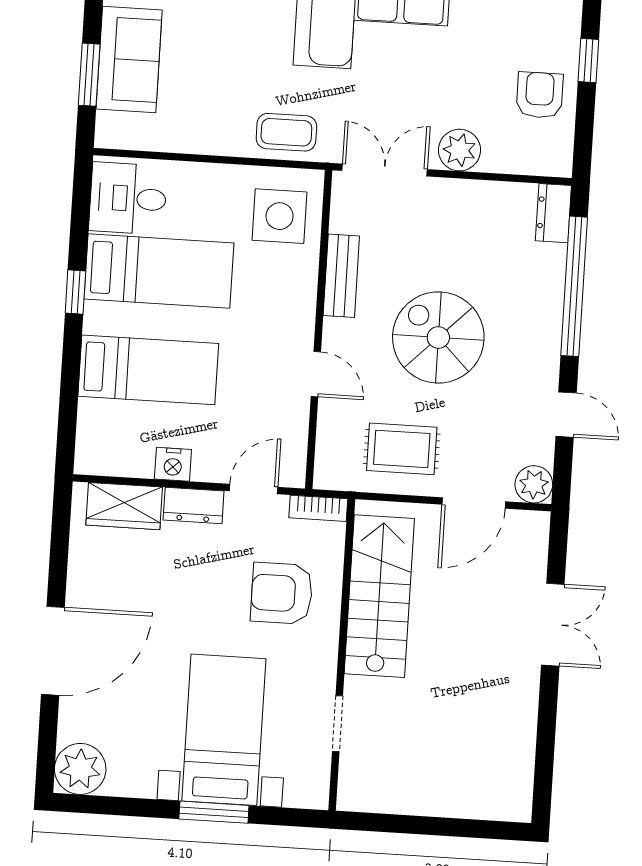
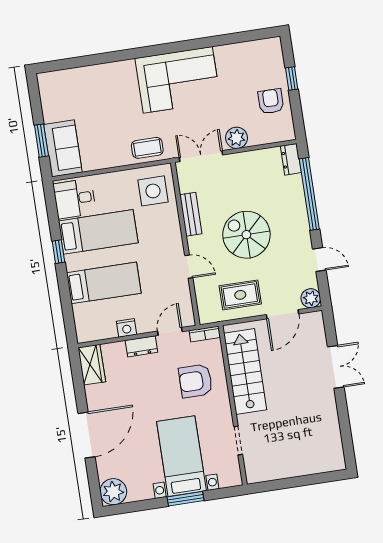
sofa: (129, 59) -> (63, 148), moved
wardrobe: (124, 506) -> (92, 365), moved, turned -90

